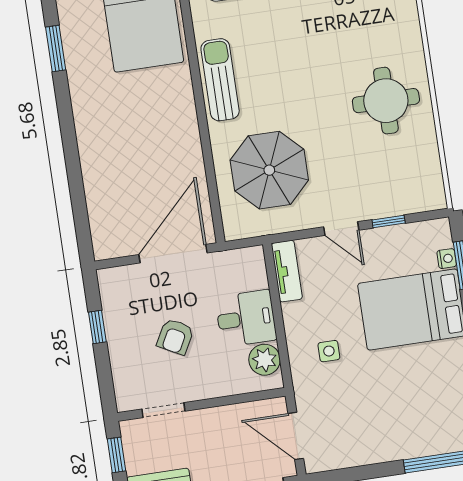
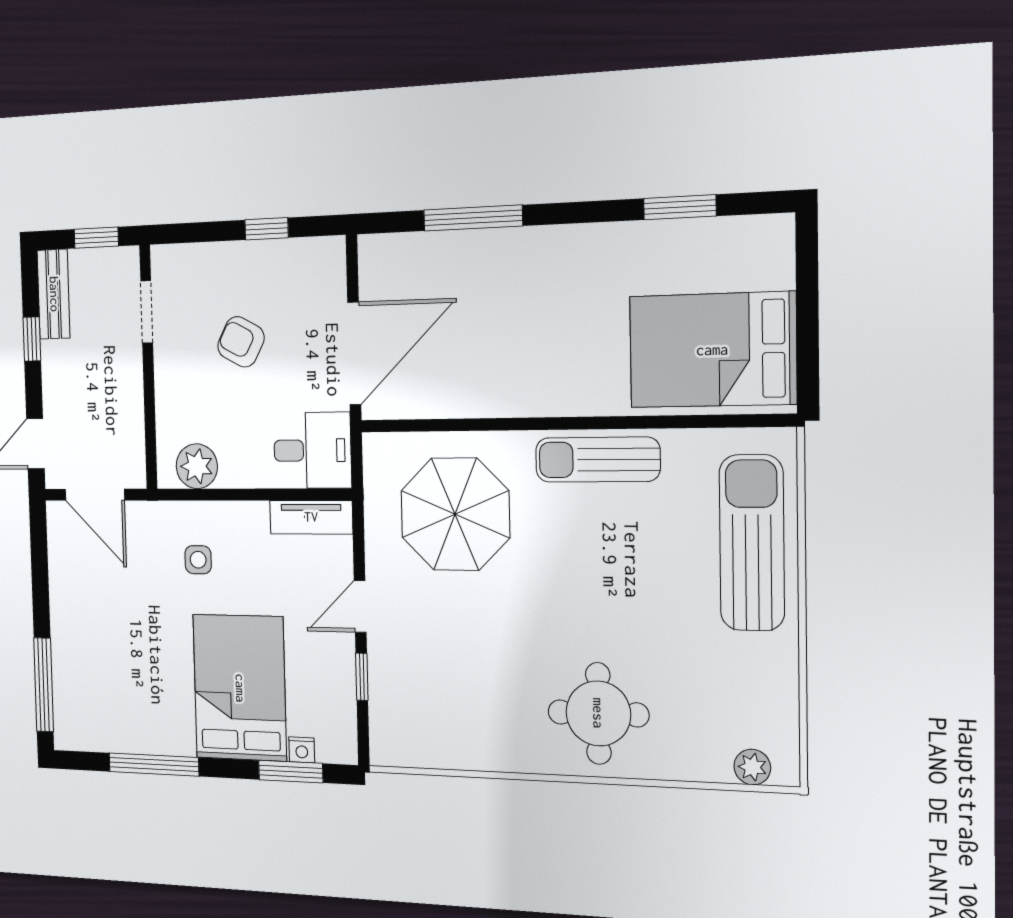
sun lounger: (220, 80) -> (597, 460), turned 180
round table: (386, 101) -> (598, 713), moved
window: (76, 183) -> (473, 218), added
door: (173, 254) -> (354, 353), hinge flipped
desk: (246, 318) -> (312, 450), moved, turned -90
door: (296, 436) -> (95, 495), swing flipped

